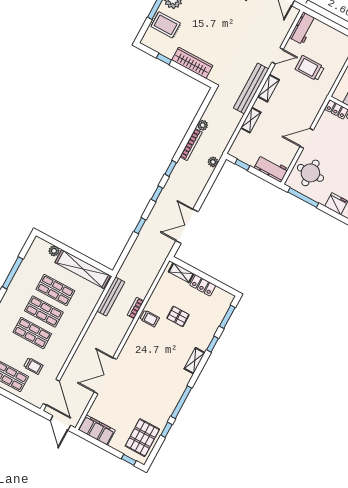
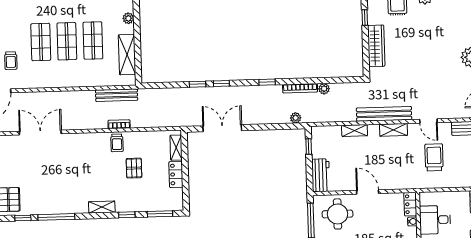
window: (157, 194) -> (221, 84), moved
shelving: (83, 269) -> (127, 55), width x0.68

